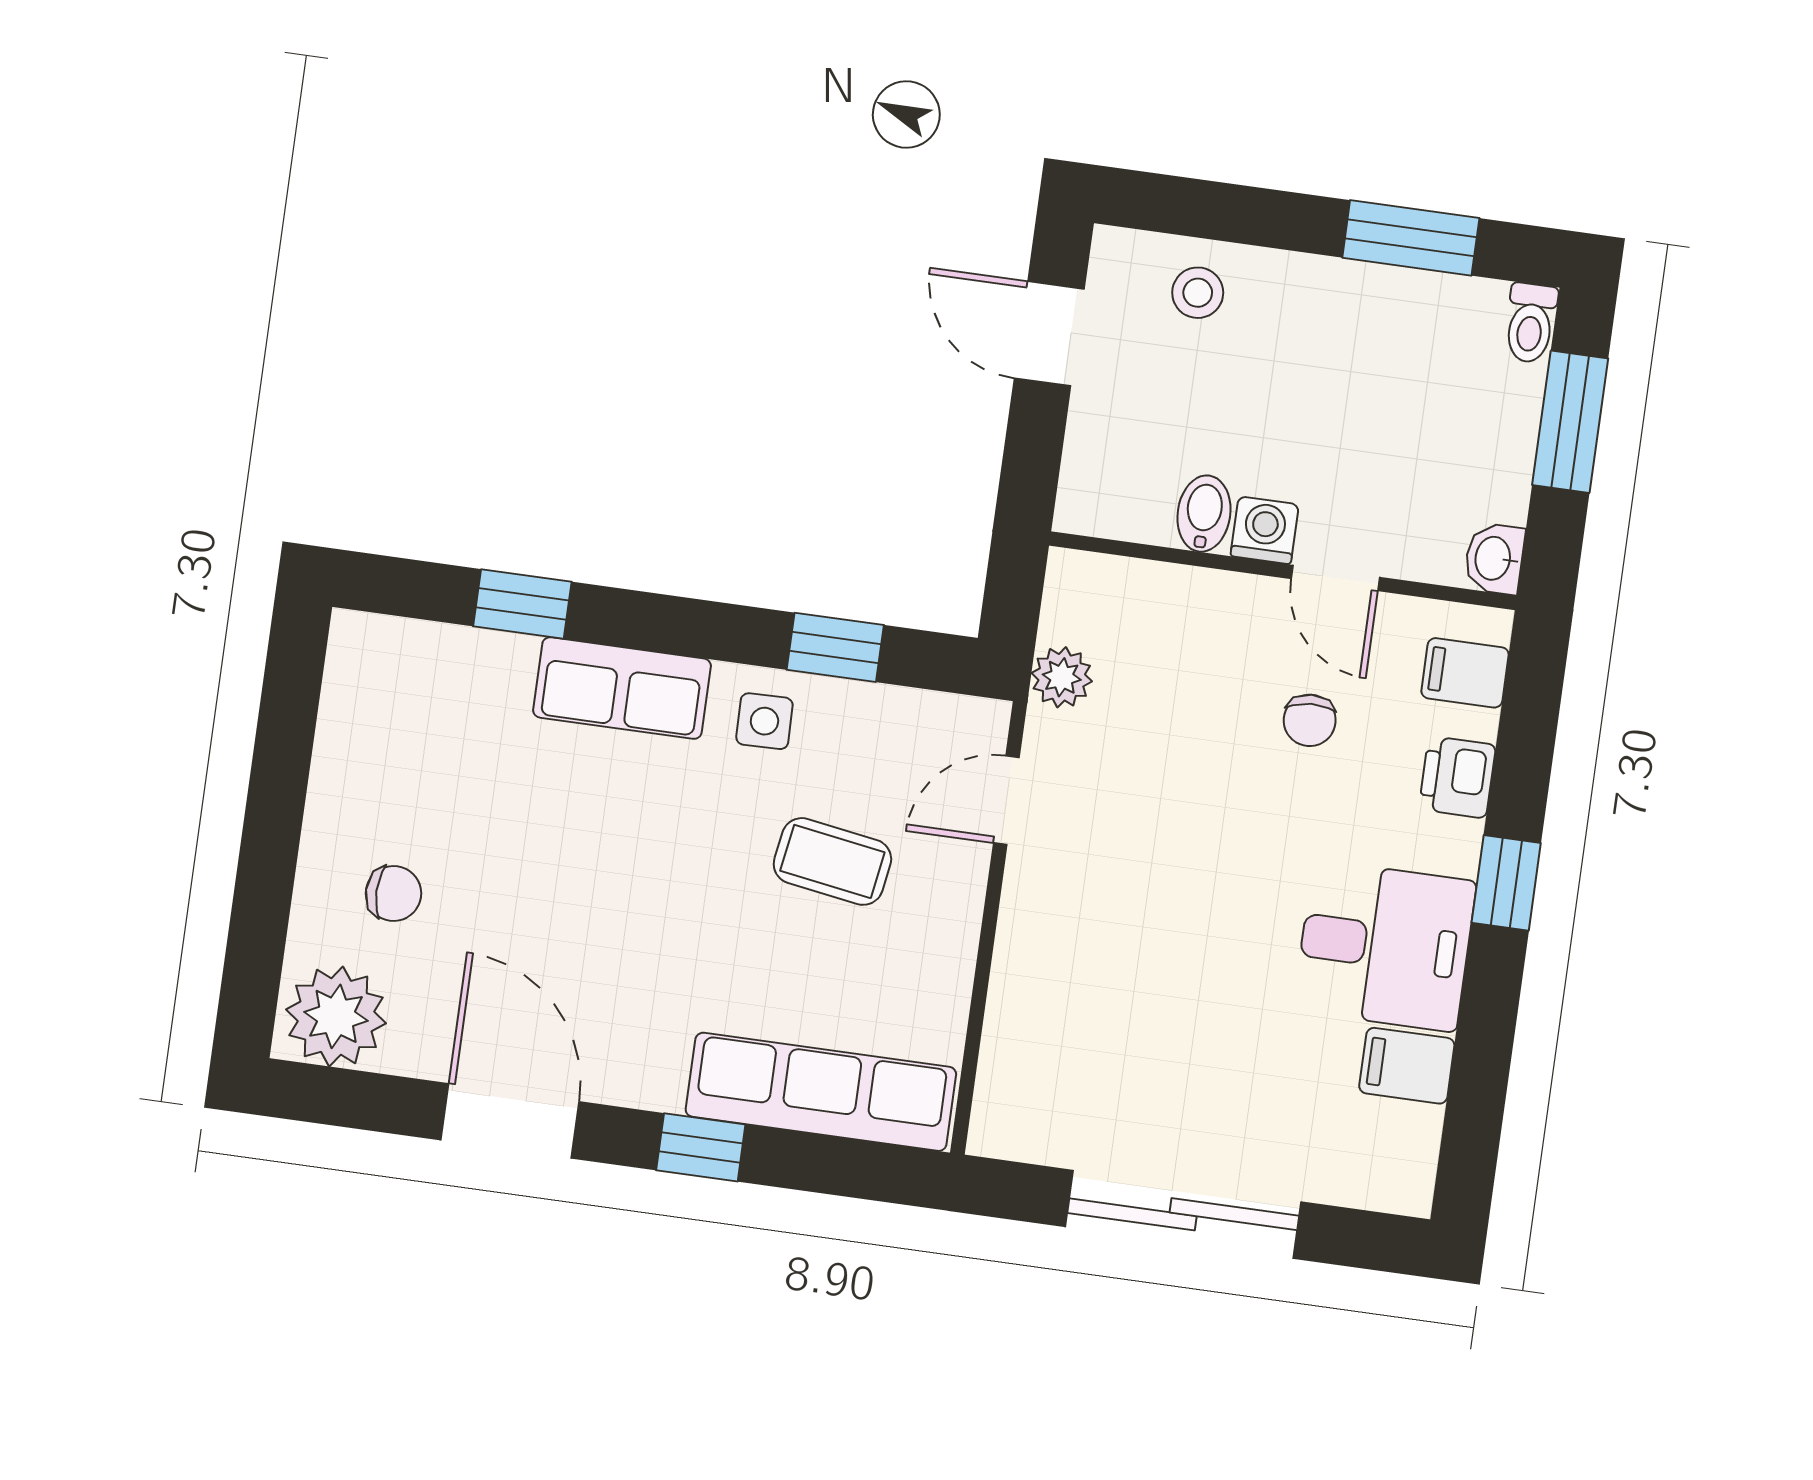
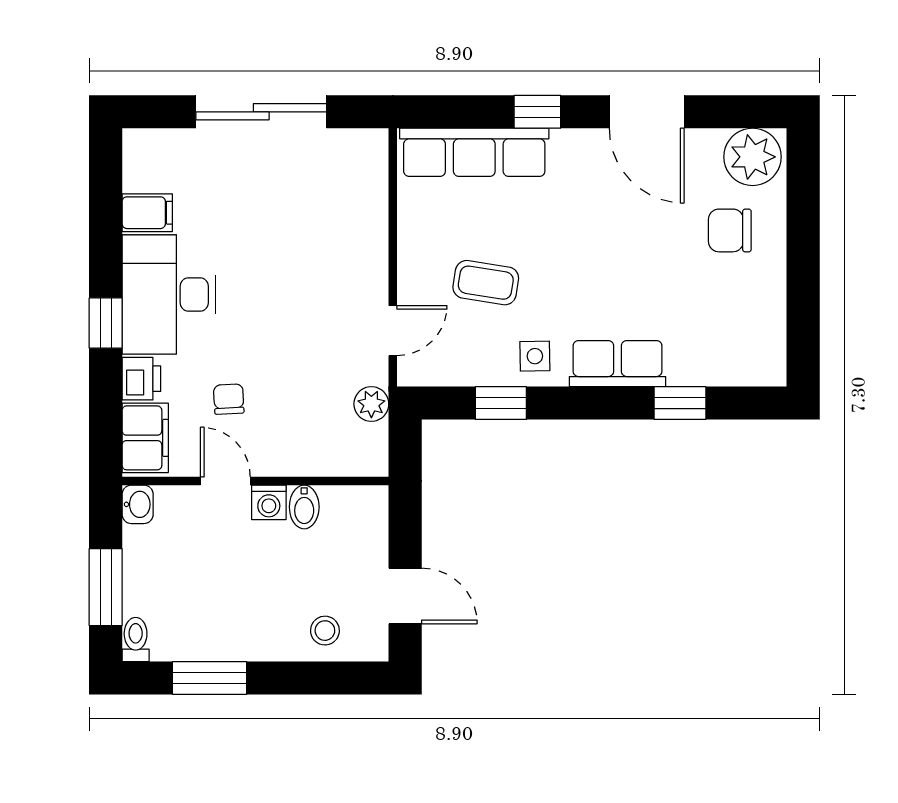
filing cabinet: (1465, 673) -> (145, 438), width x2.00
chair: (394, 893) -> (730, 230), width x1.37, depth x1.37
desk: (1385, 946) -> (169, 294), width x1.37

